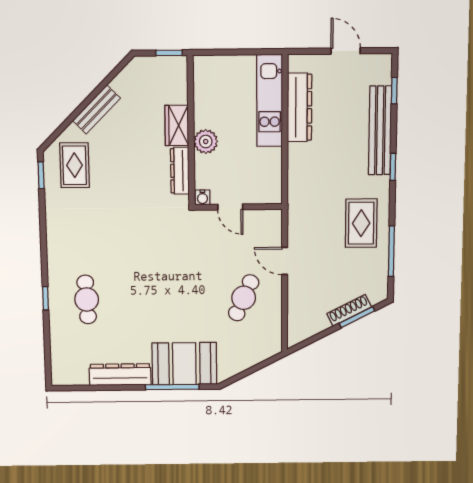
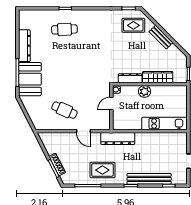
dresser: (300, 107) -> (118, 138), moved
wardrobe: (177, 125) -> (158, 77), width x1.50
door: (285, 261) -> (83, 131), swing flipped

